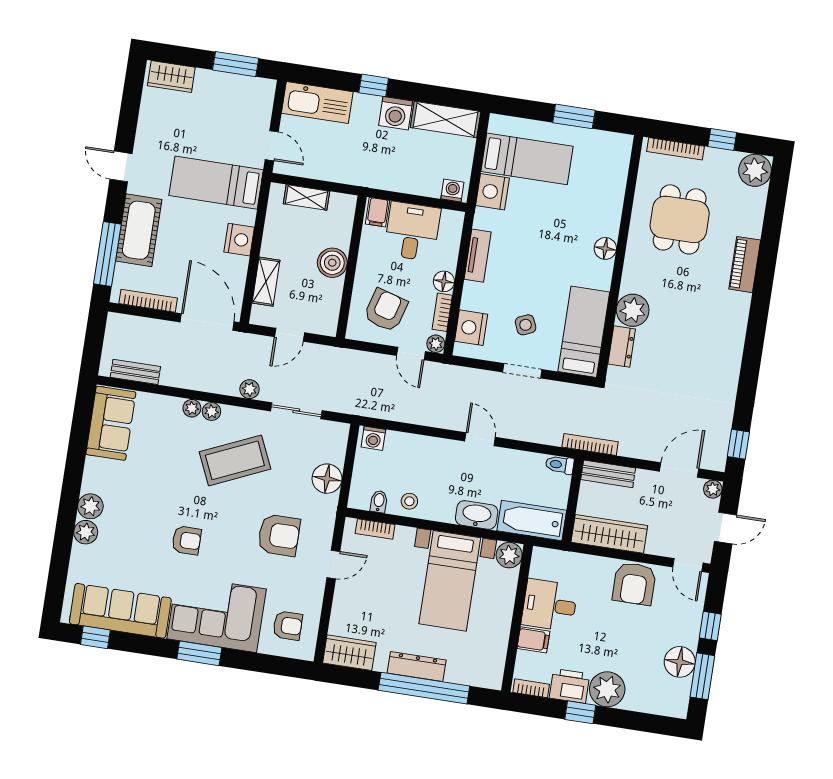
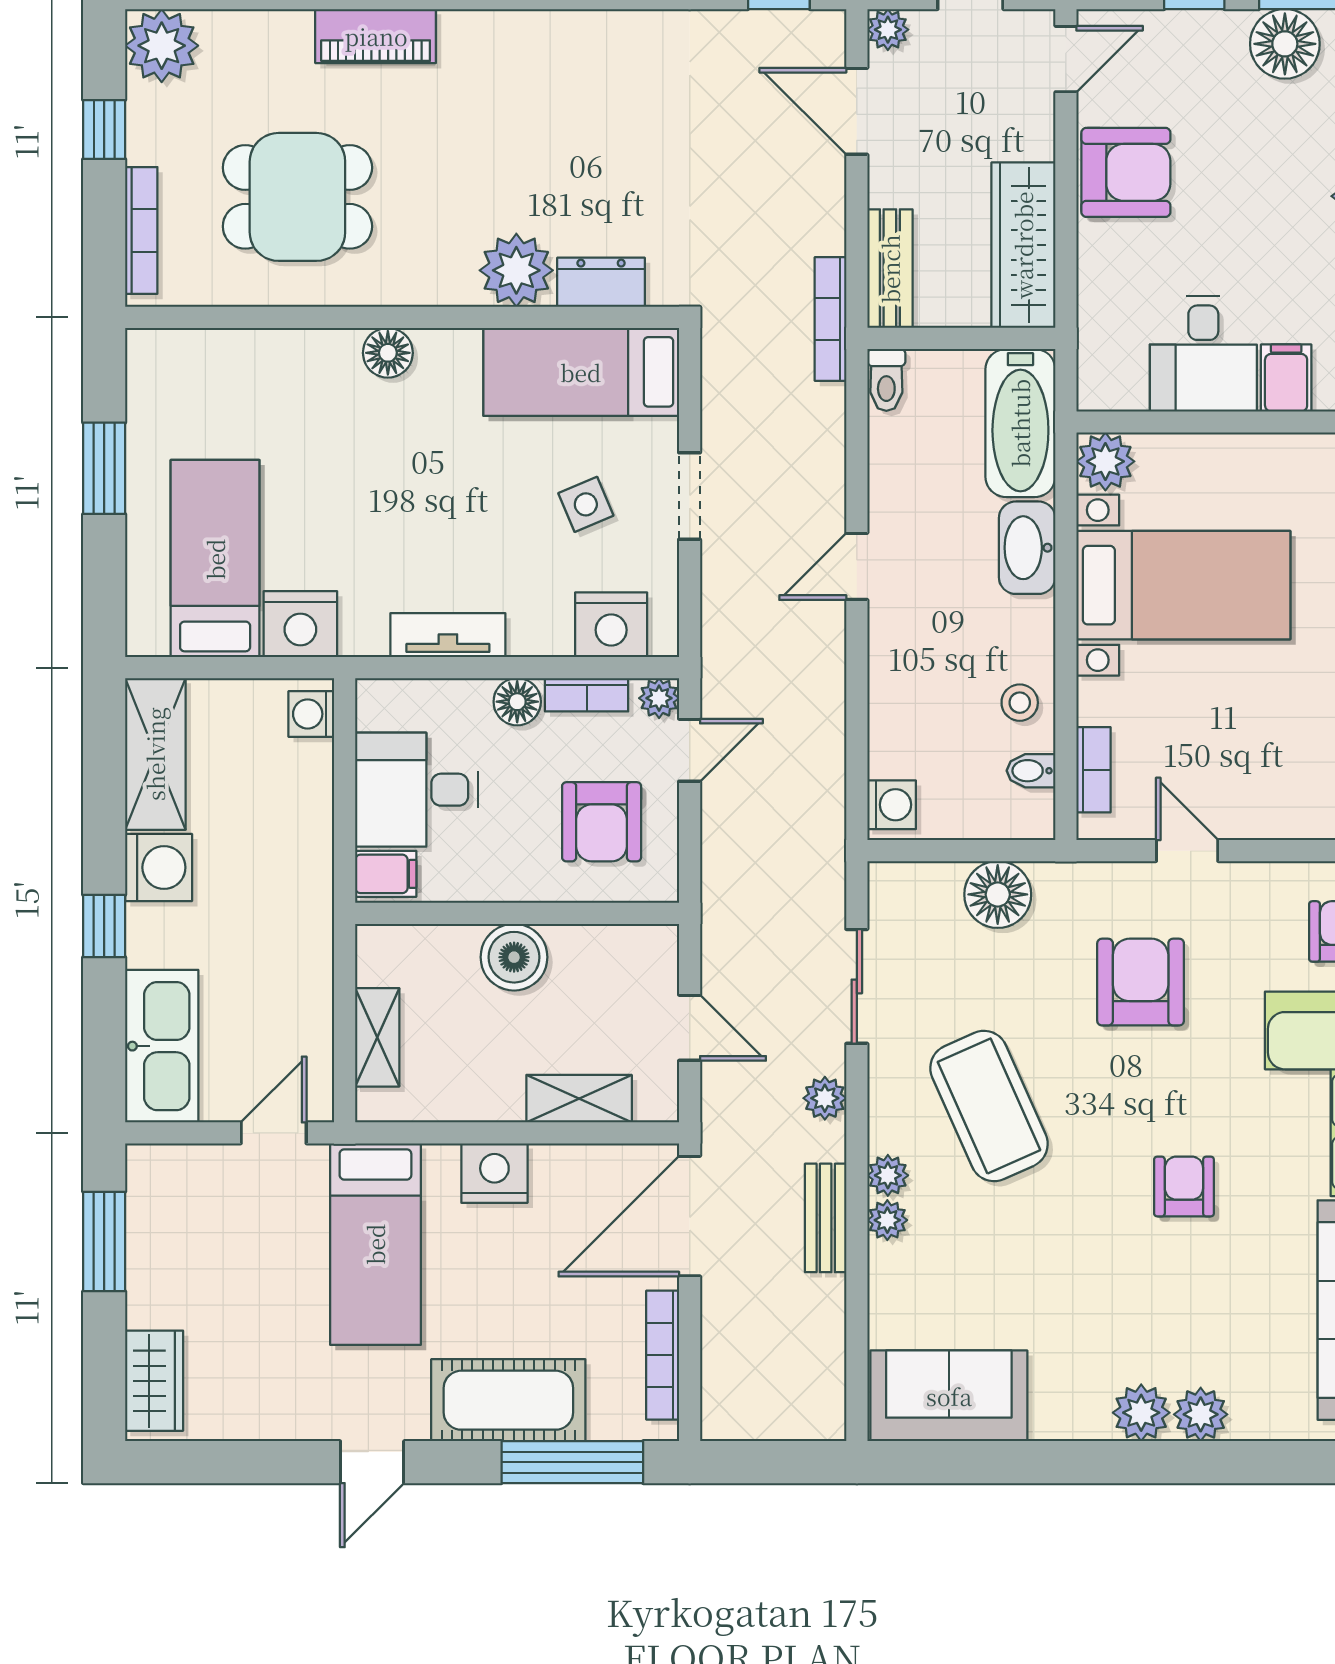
armchair: (386, 310) -> (602, 822), turned -106
bench: (135, 372) -> (826, 1218), moved

